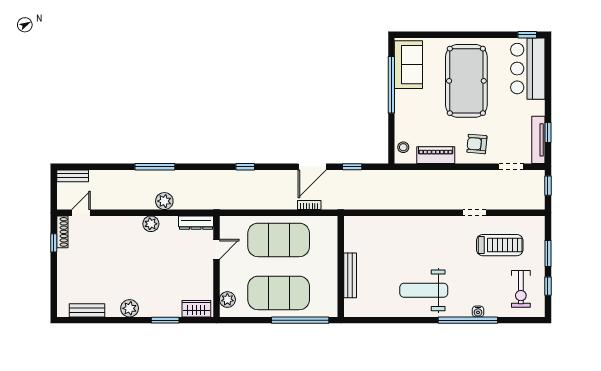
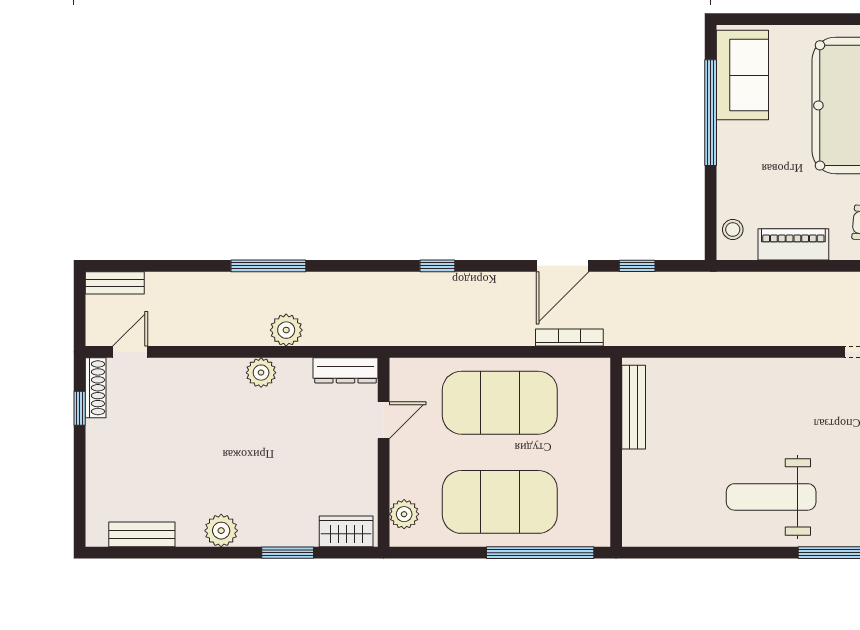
bookcase: (309, 205) -> (569, 338), width x1.56
bench: (350, 275) -> (634, 407), moved

